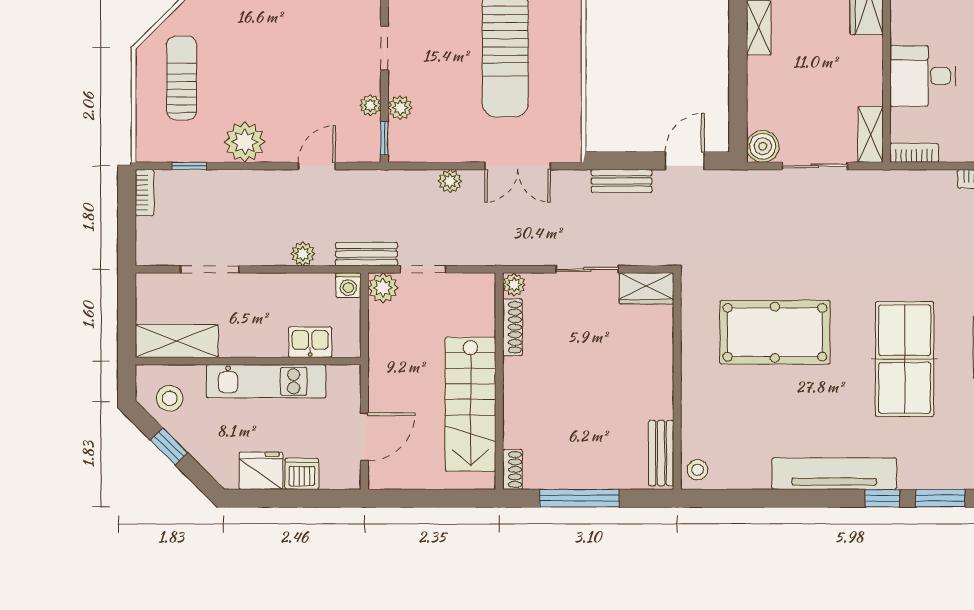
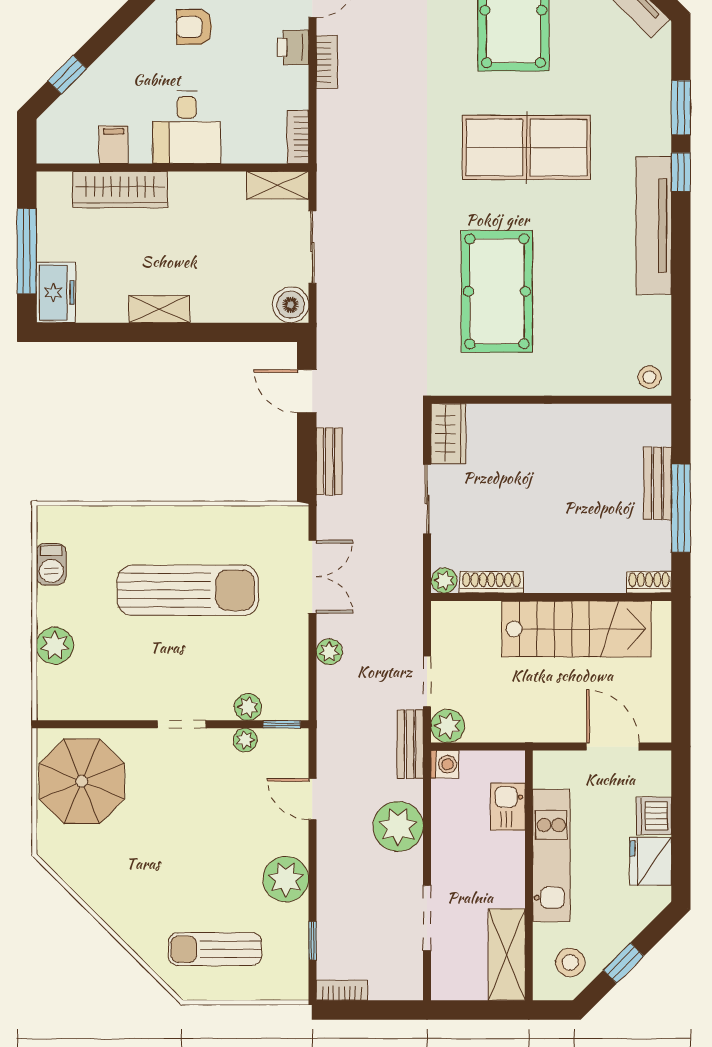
desk: (923, 76) -> (187, 127), moved
plant: (303, 254) -> (398, 826), width x1.88, depth x1.88
bench: (661, 453) -> (657, 483), moved, turned 90

